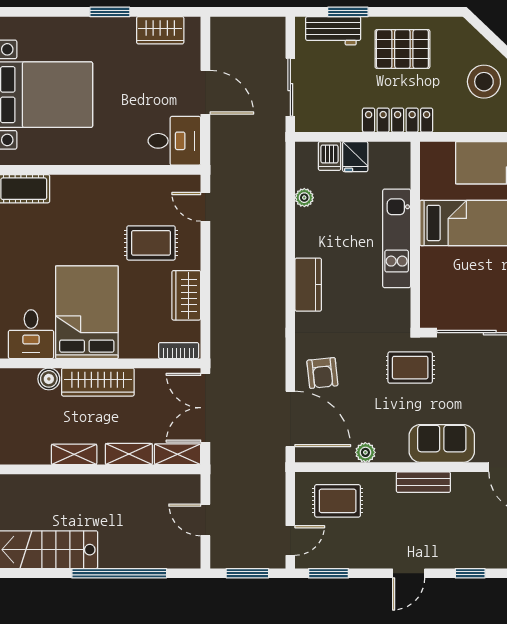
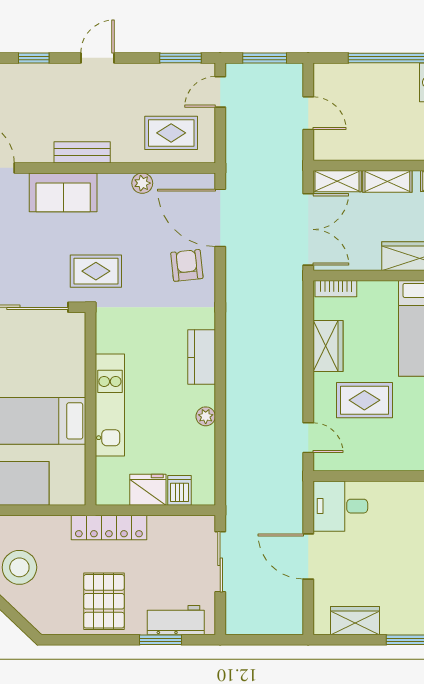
pallet: (402, 49) -> (104, 601), turned 90
fridge: (355, 157) -> (148, 490), width x1.38
plant: (304, 198) -> (206, 416), moved

